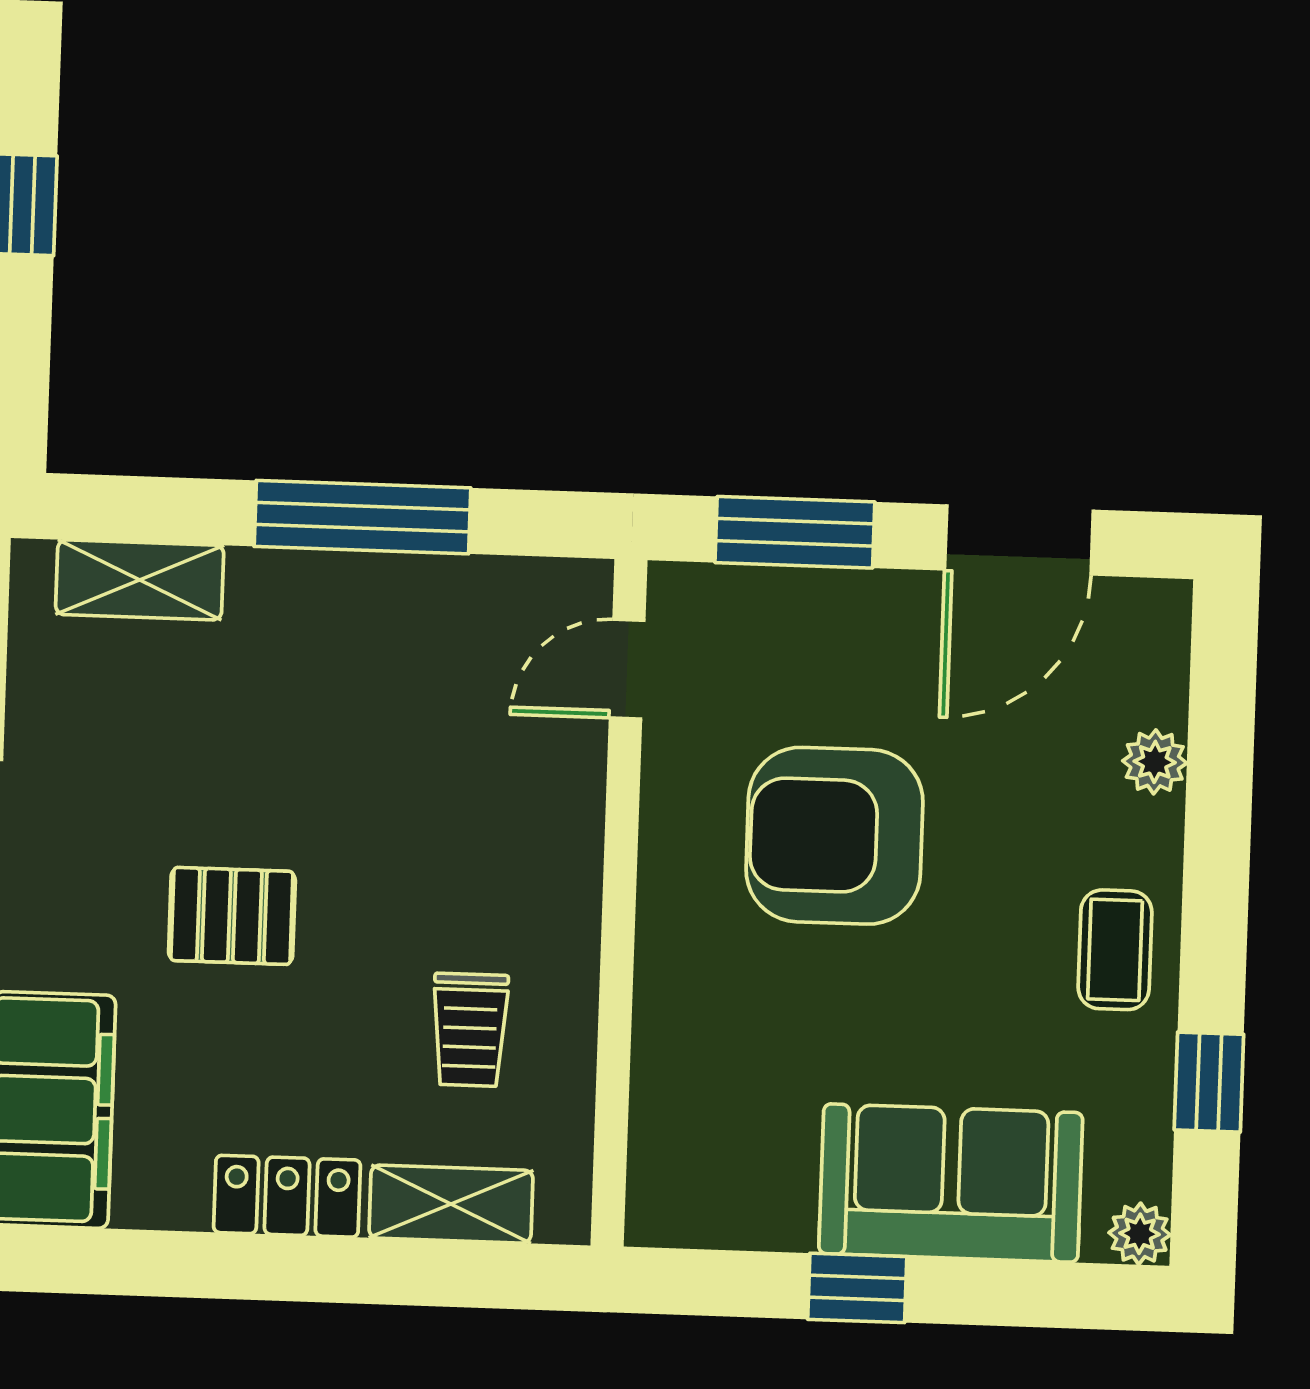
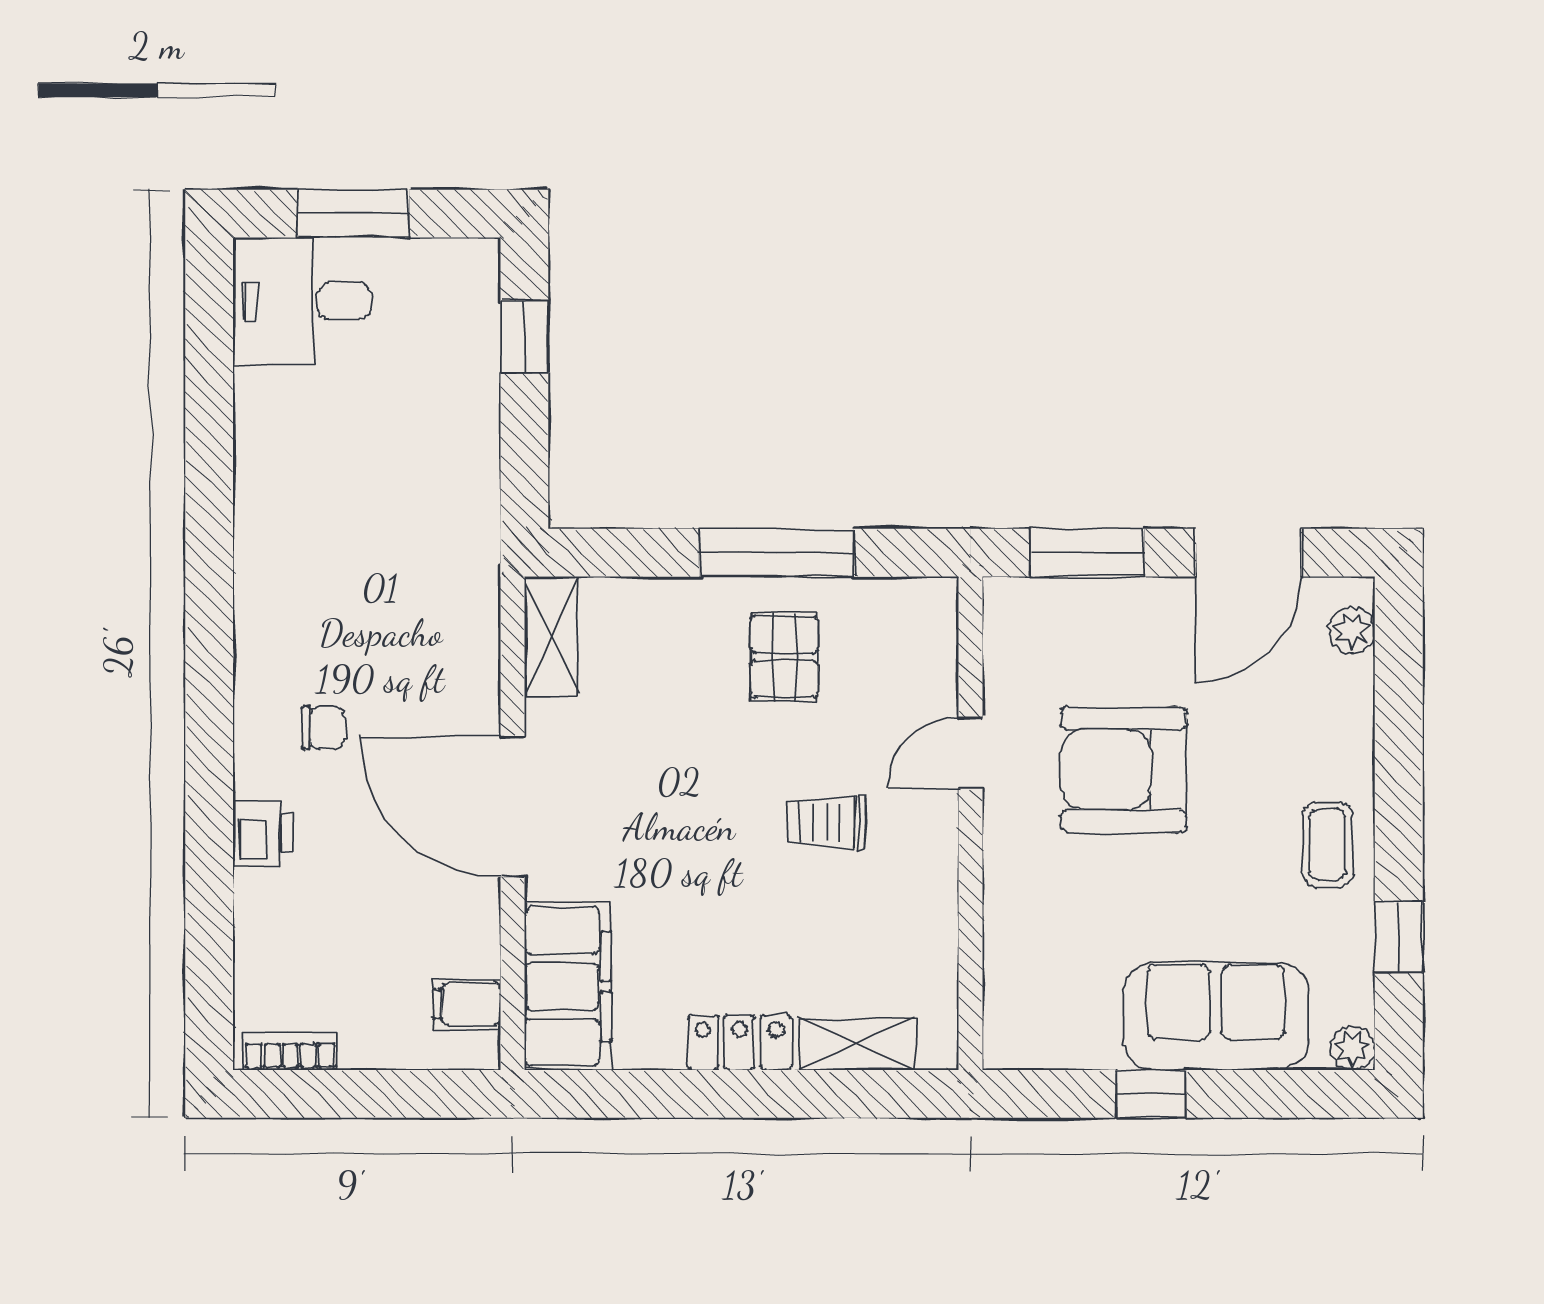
shelving: (140, 580) -> (551, 636), moved, turned 90
door: (627, 669) -> (971, 753), moved
plant: (1155, 762) -> (1352, 631), moved
pallet: (232, 916) -> (784, 657), moved, turned 90
trolley: (470, 1030) -> (825, 822), moved, turned 90

